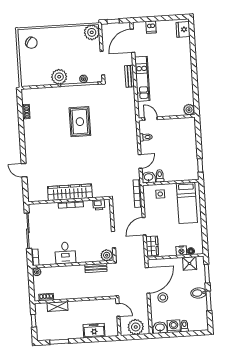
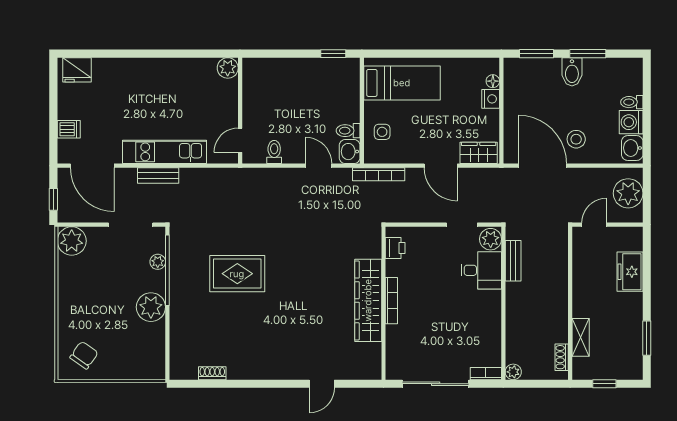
desk: (65, 253) -> (481, 270), moved
shower: (190, 263) -> (516, 85), removed

